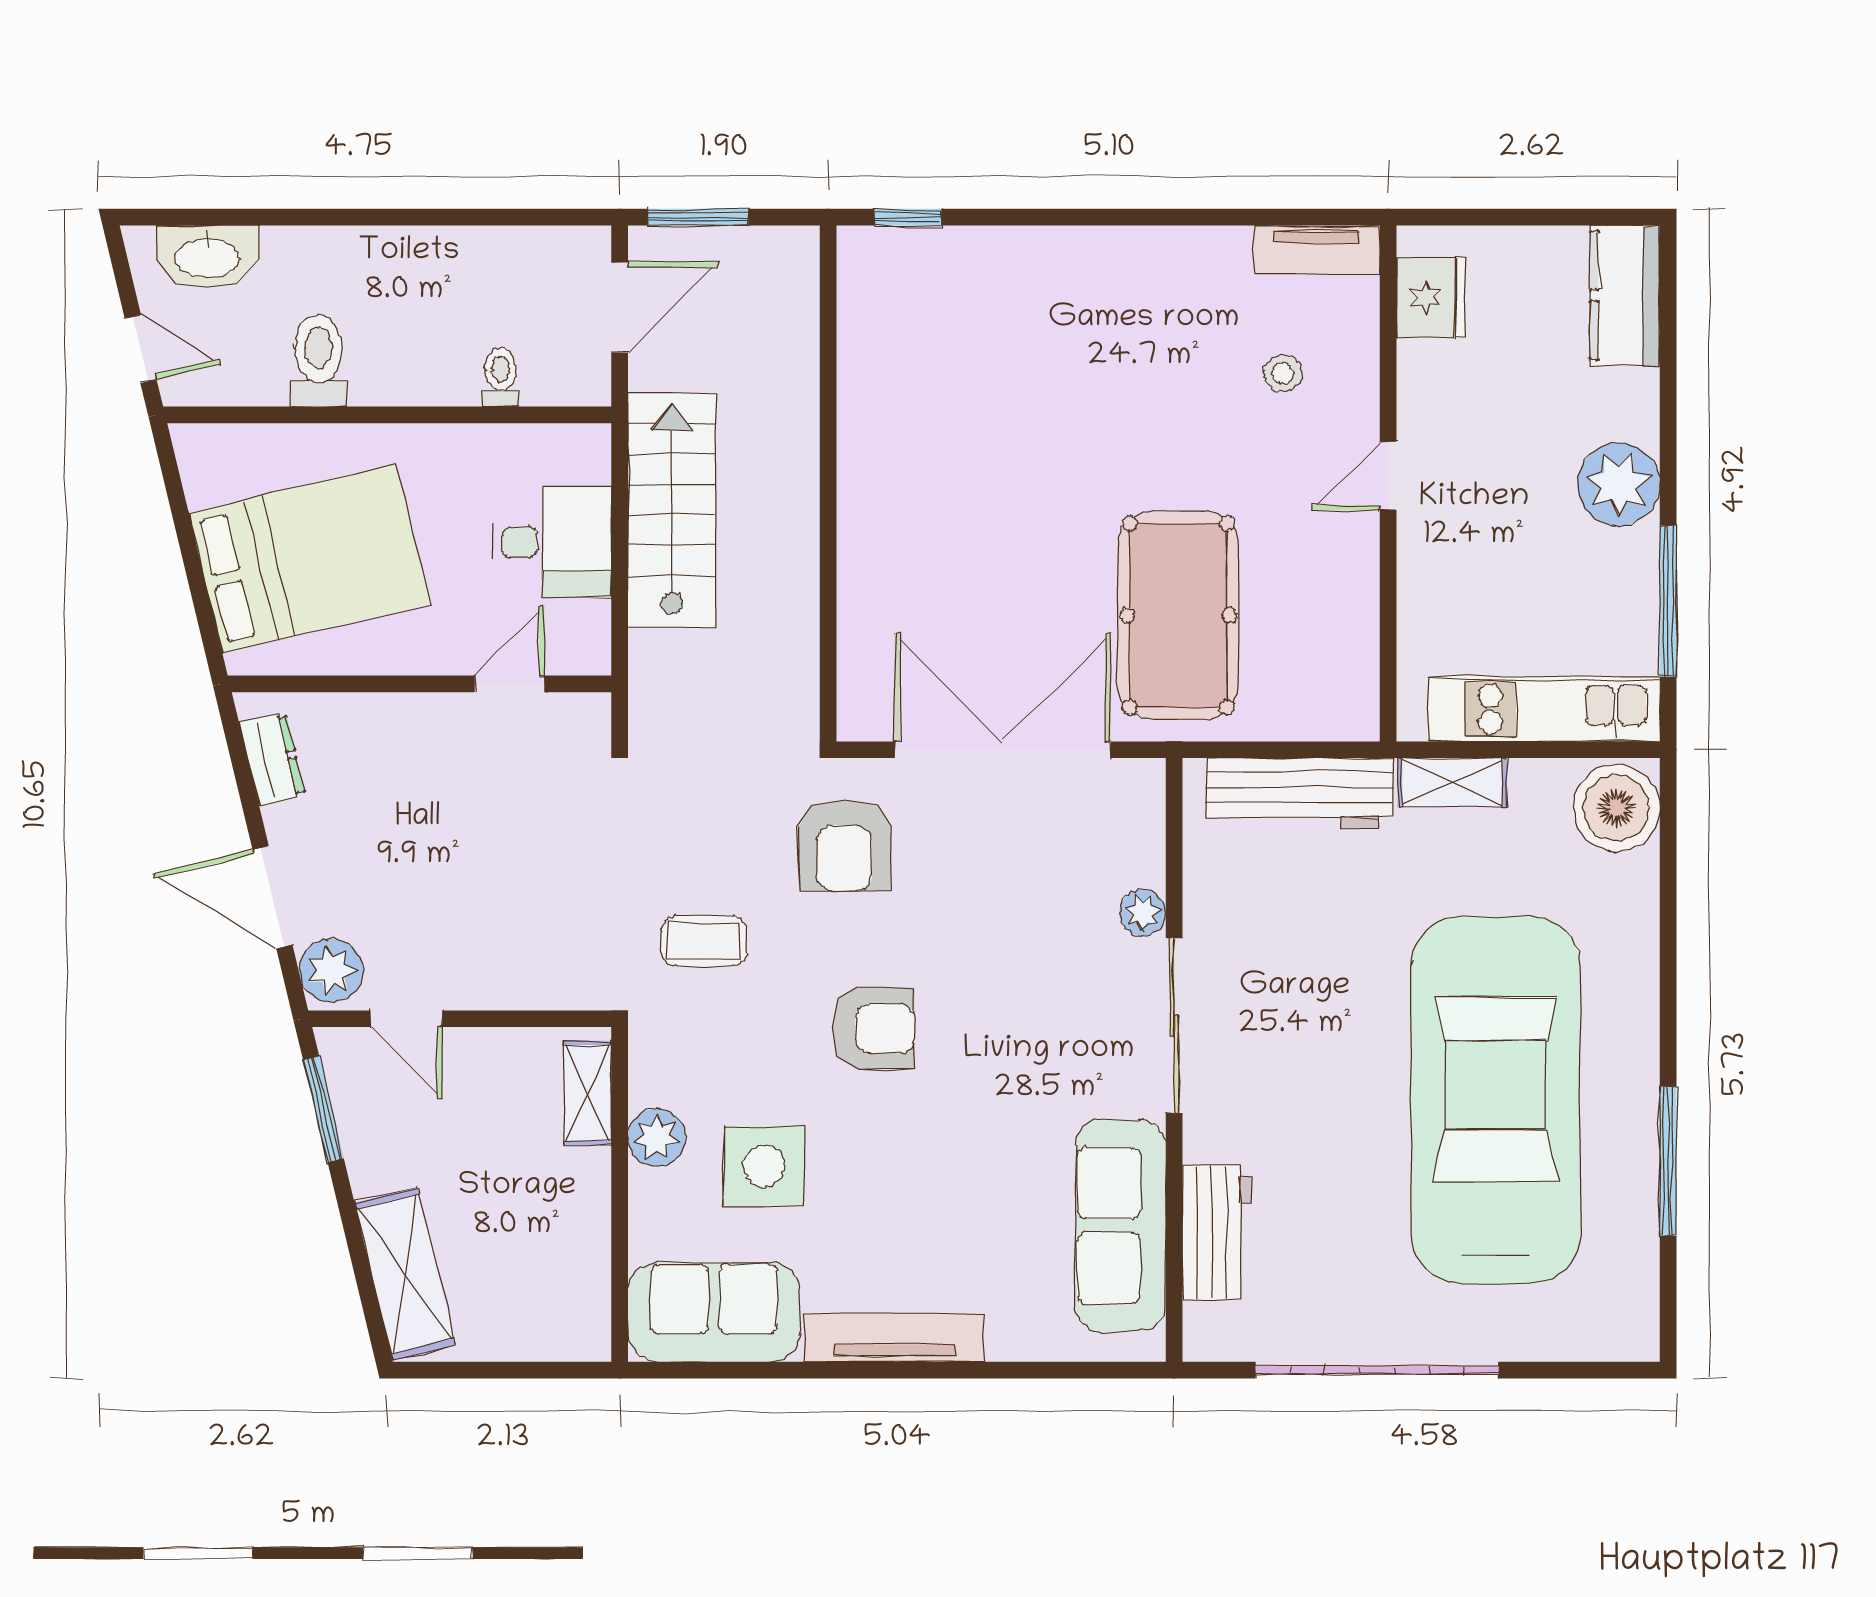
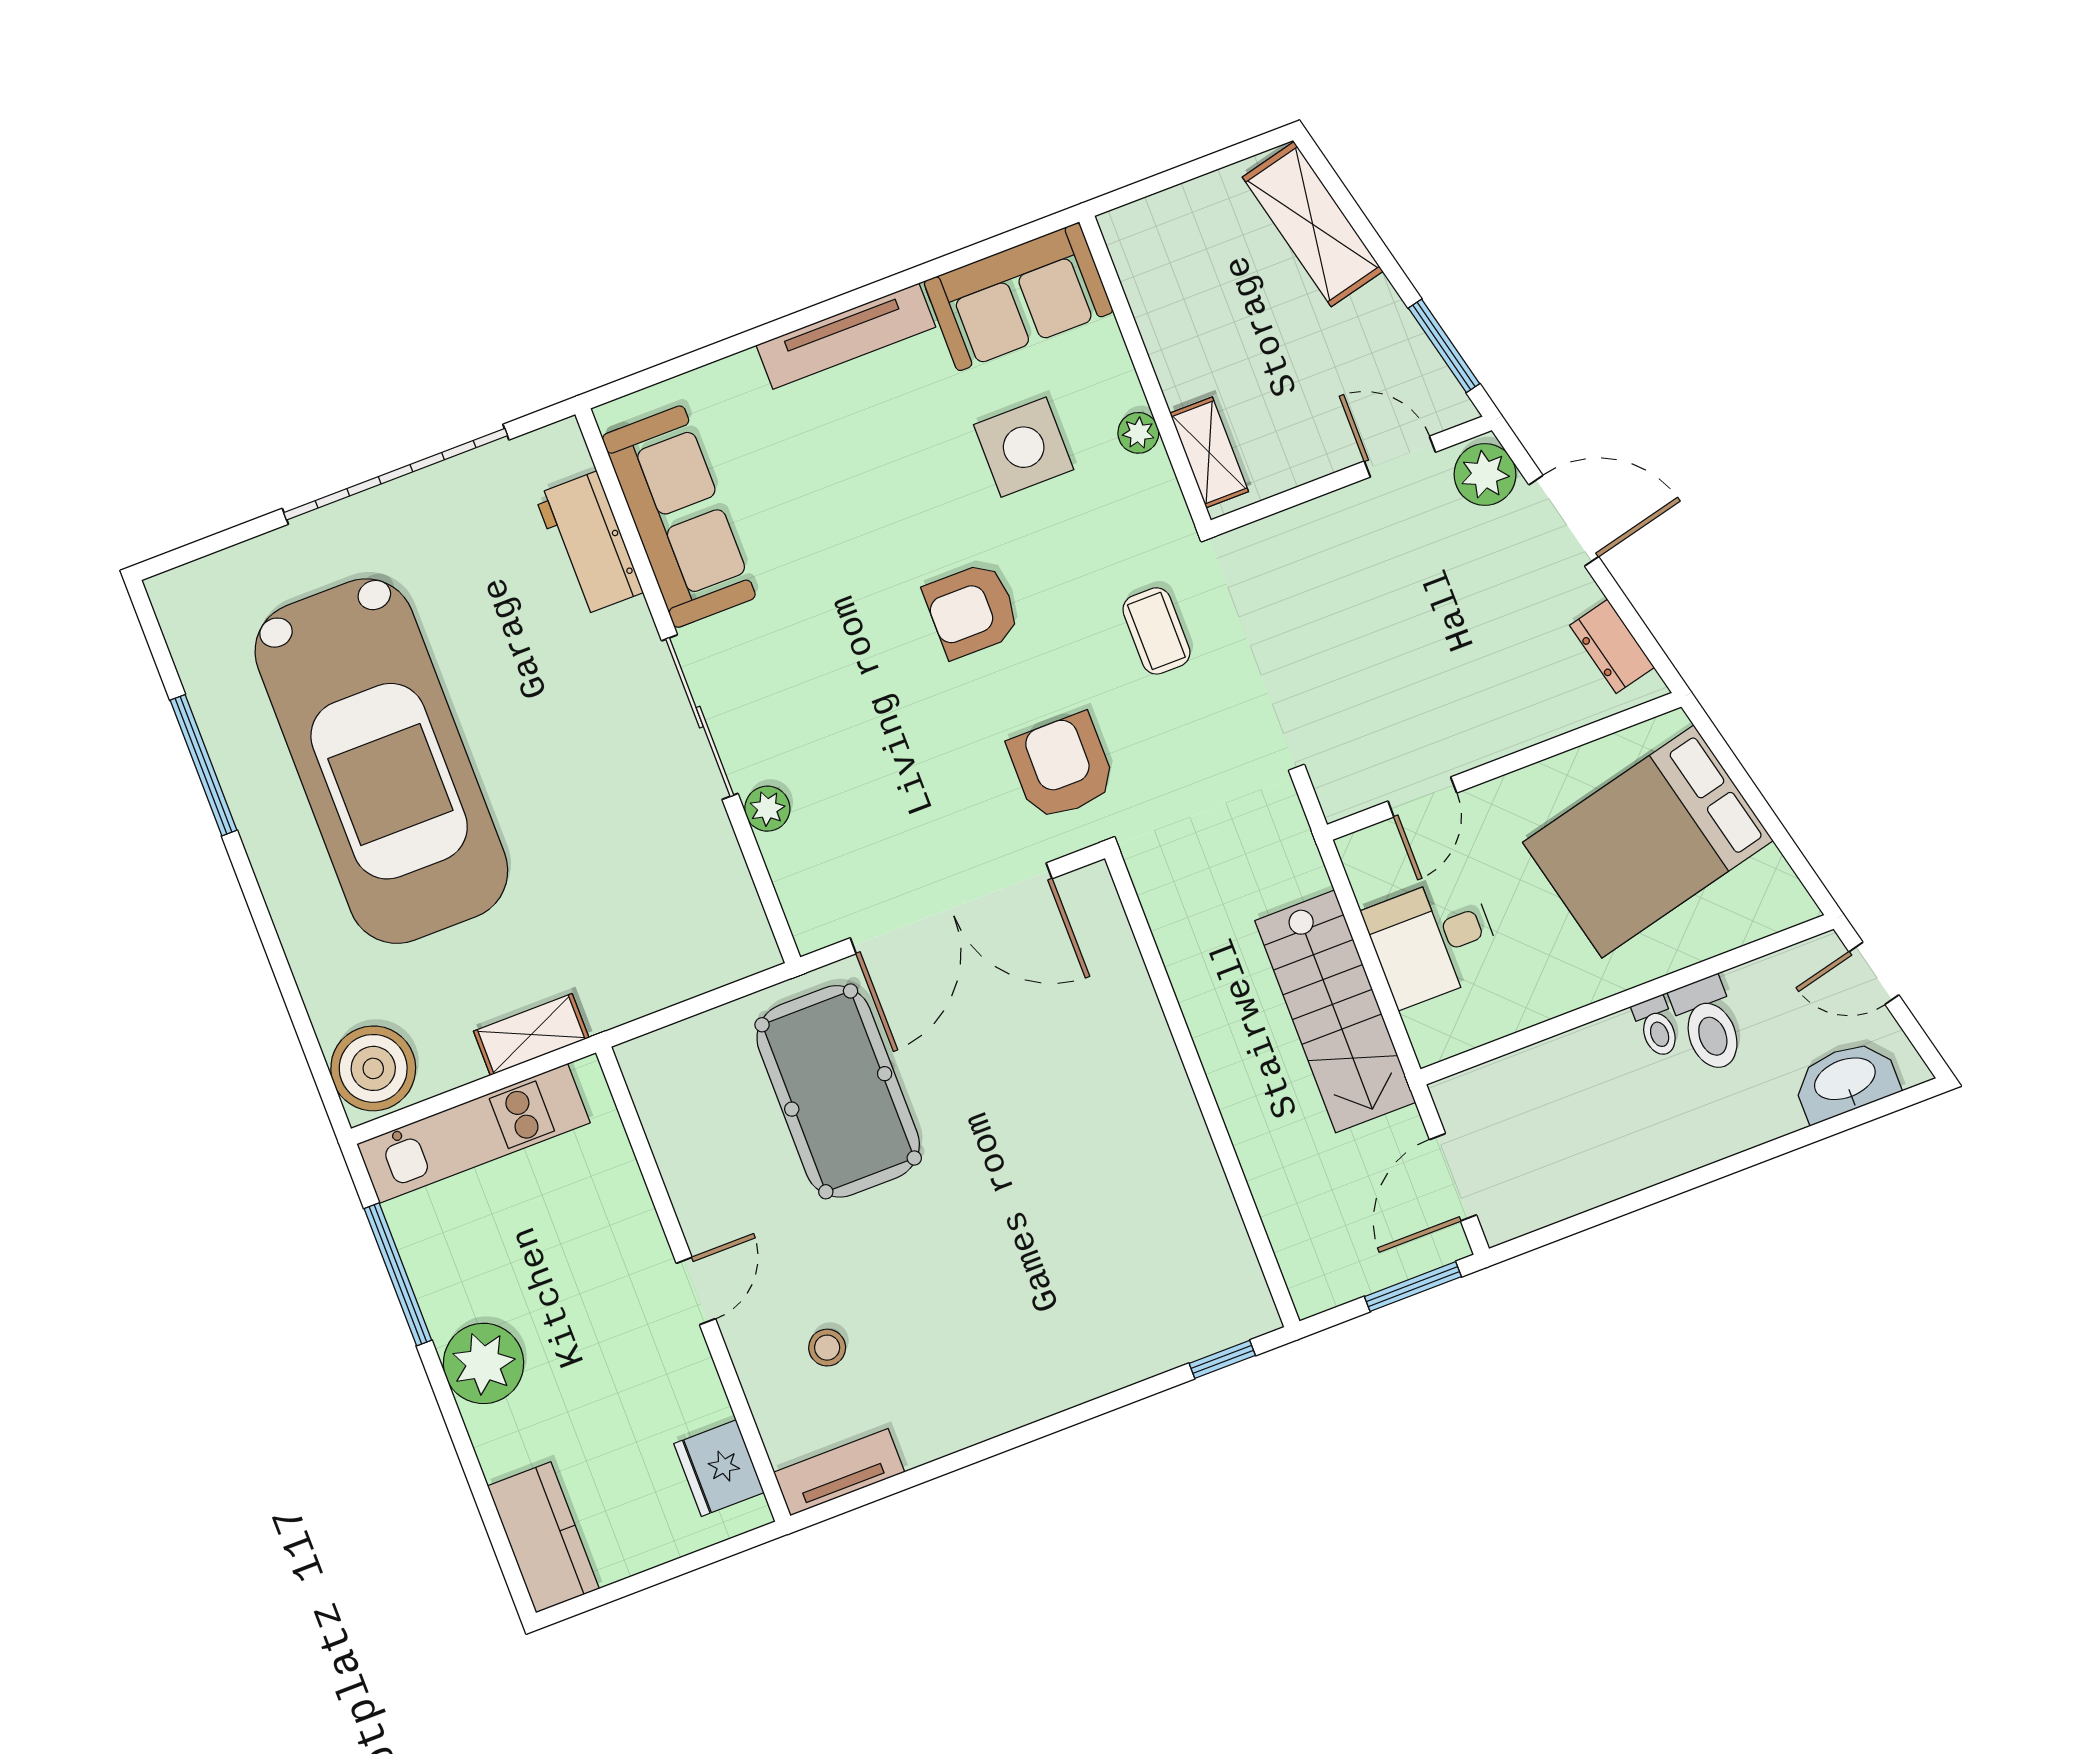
toilet: (501, 377) -> (1657, 1027), moved
workbench: (1300, 793) -> (666, 972), removed
coffee table: (704, 941) -> (1156, 631), turned 90
plant: (657, 1138) -> (1138, 433), width x0.73, depth x0.73

